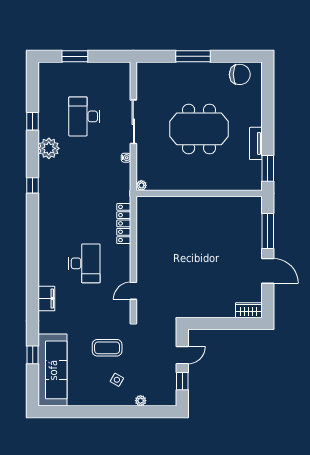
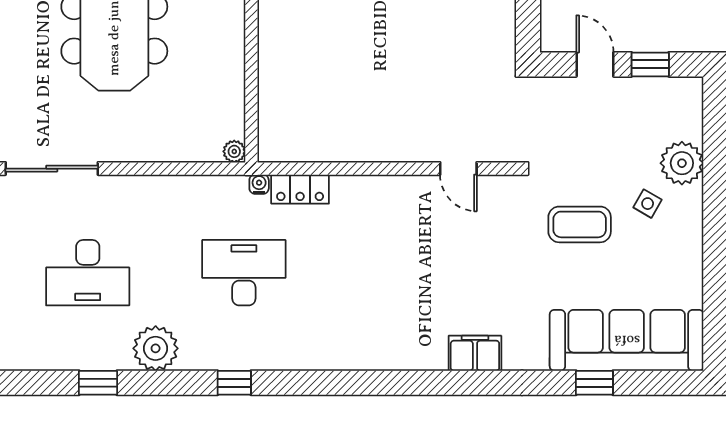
sliding door: (133, 122) -> (52, 169), moved
water cooler: (126, 158) -> (259, 184), moved
locker: (124, 223) -> (300, 189), width x0.66
desk: (84, 263) -> (244, 273), moved
coffee table: (107, 348) -> (580, 224), turned 90
plant: (141, 401) -> (682, 163), width x1.87, depth x1.87

